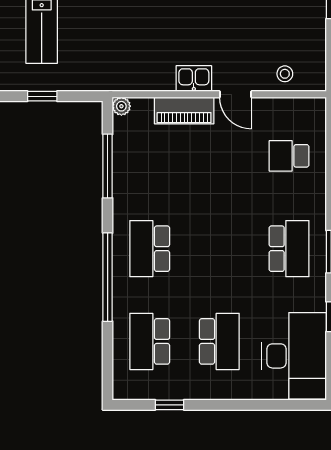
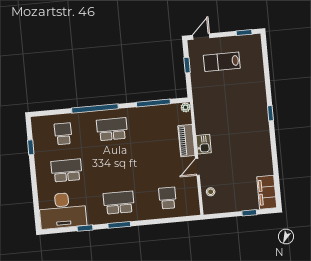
school desk: (289, 249) -> (119, 203), turned 180
school desk: (150, 341) -> (63, 134), width x0.54
school desk: (219, 341) -> (67, 170), turned 180

